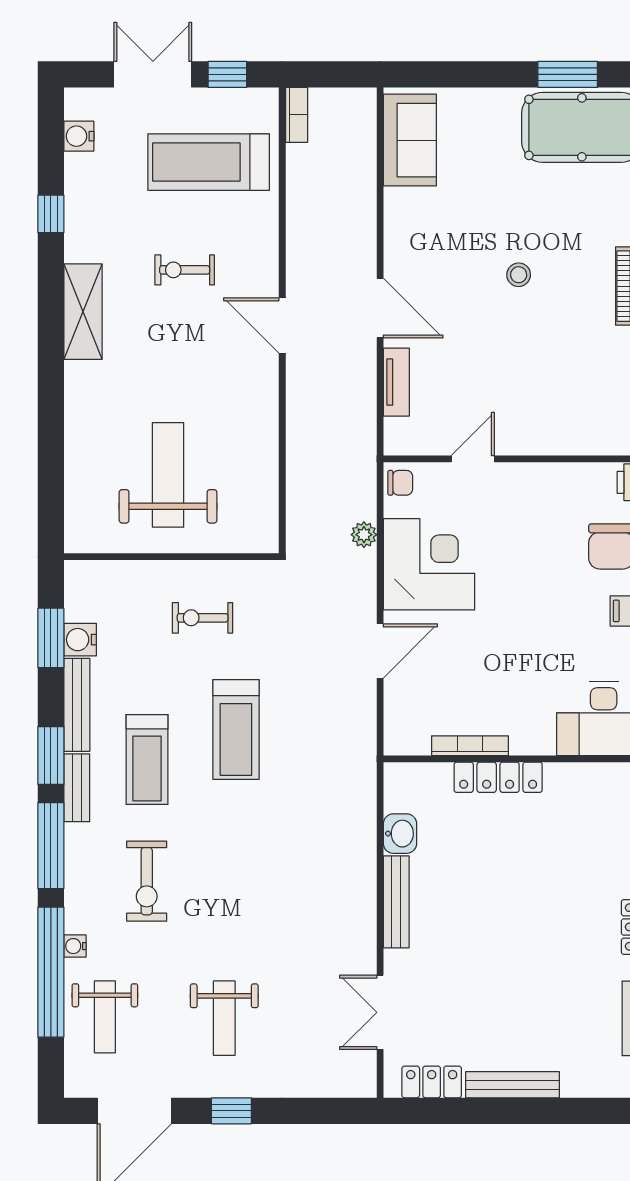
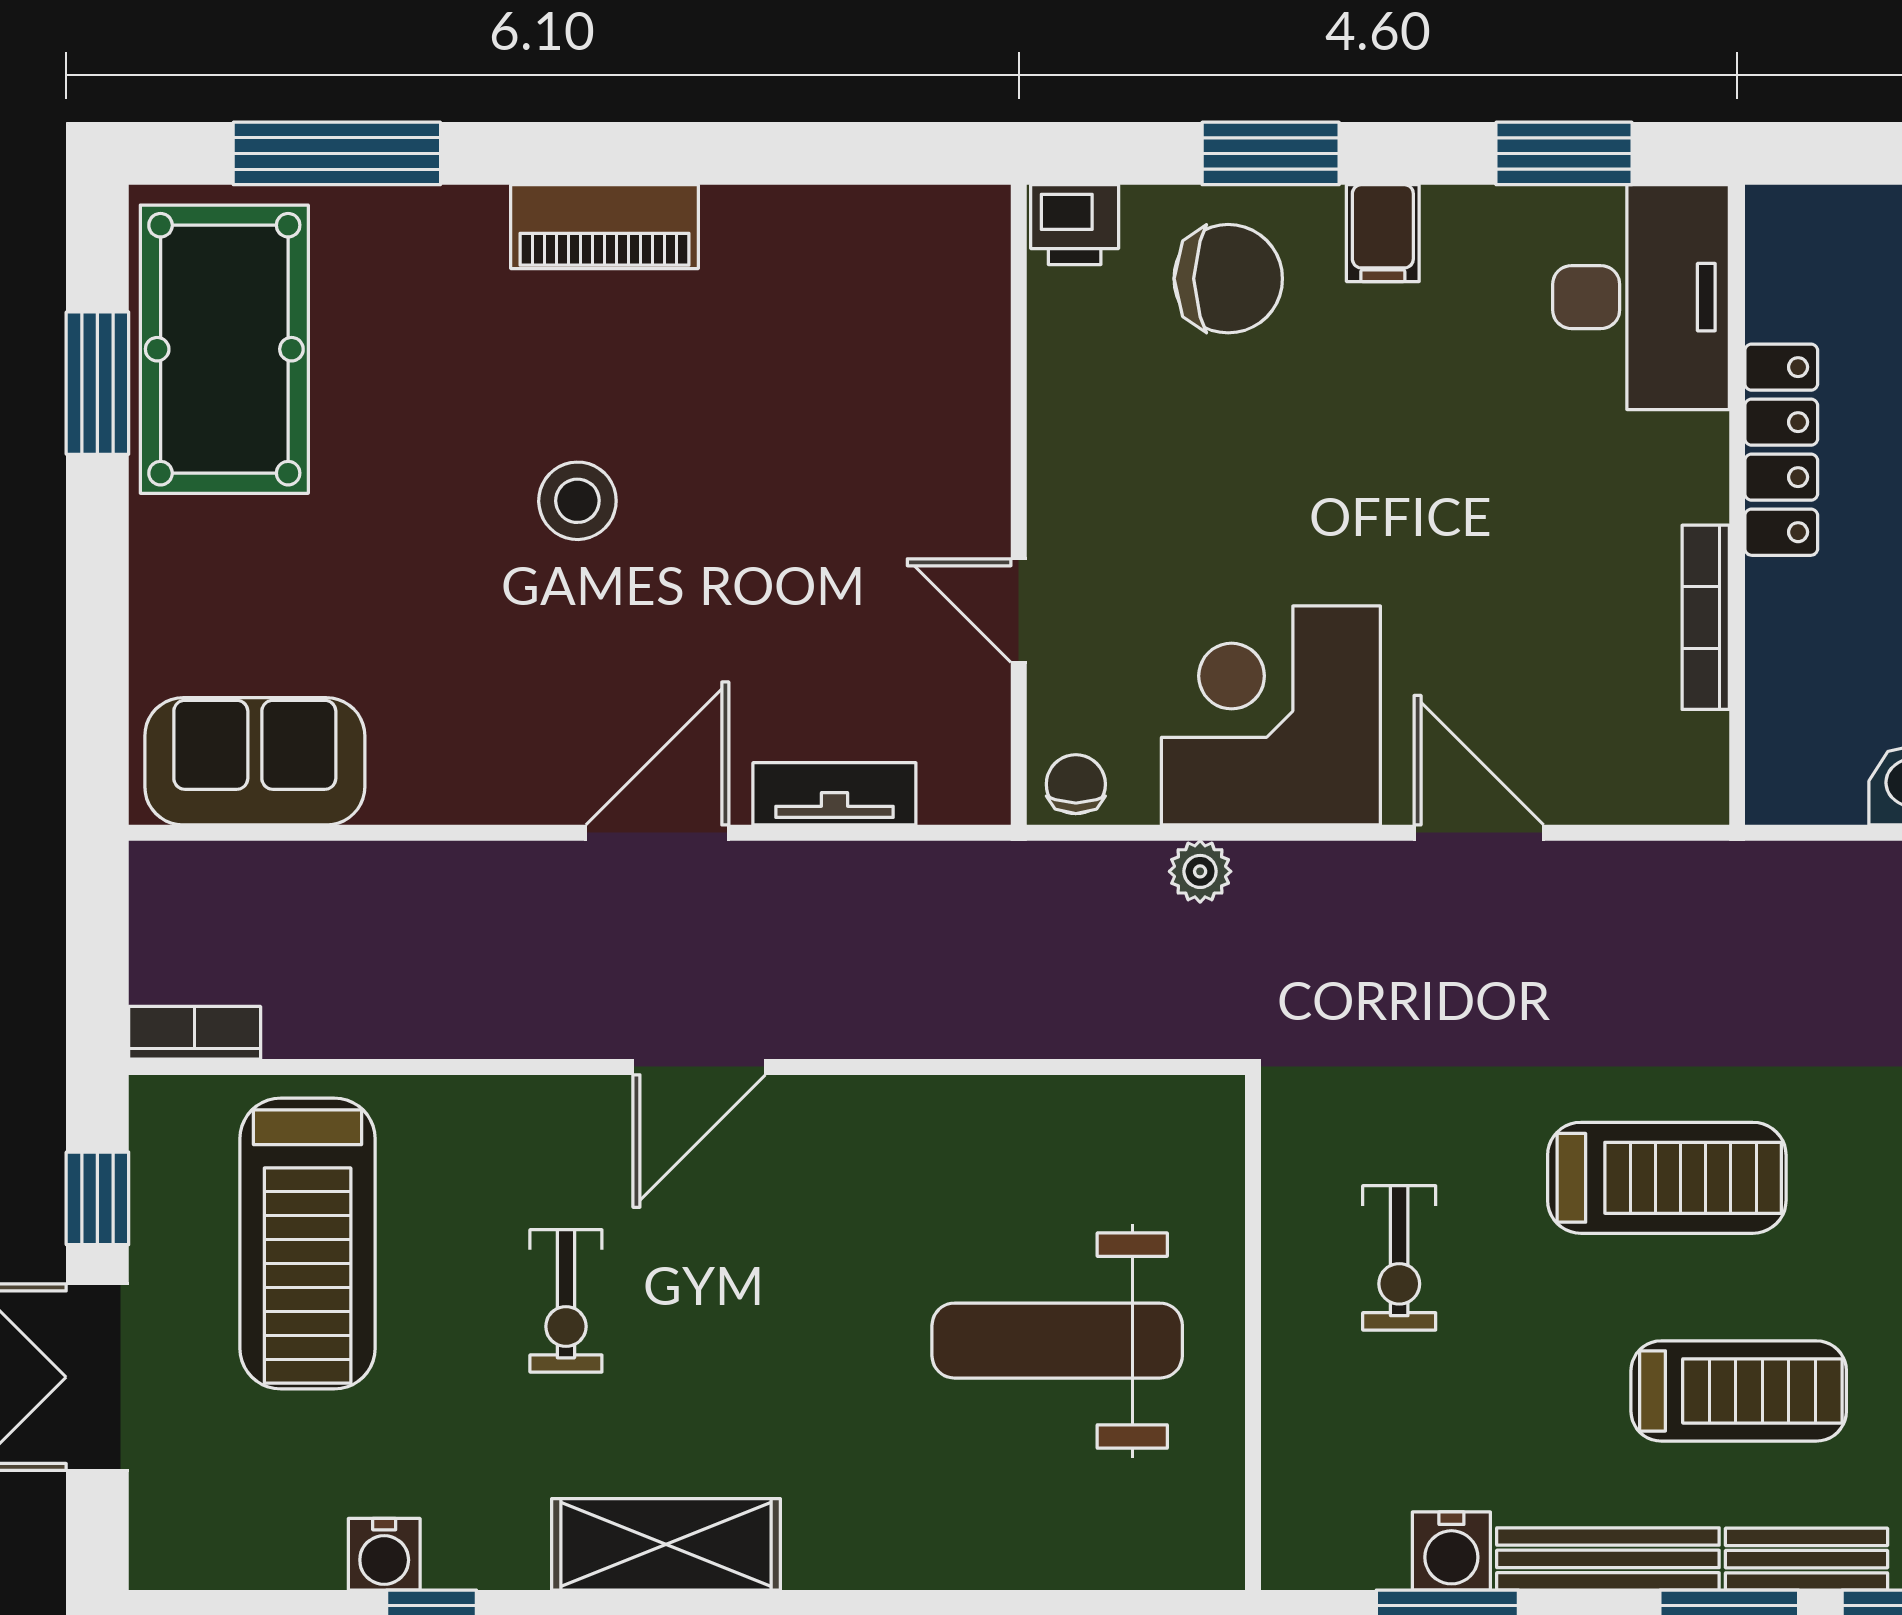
water cooler: (79, 136) -> (384, 1554), moved
stool: (519, 275) -> (577, 501), width x1.37, depth x1.37
locker: (498, 777) -> (1781, 450), moved

